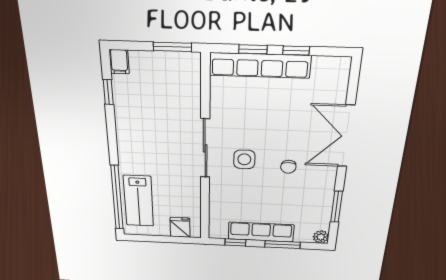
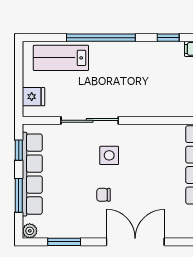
sliding door: (205, 148) -> (90, 120), moved
window: (117, 198) -> (101, 38), moved
row of seats: (261, 232) -> (32, 174), width x1.36

